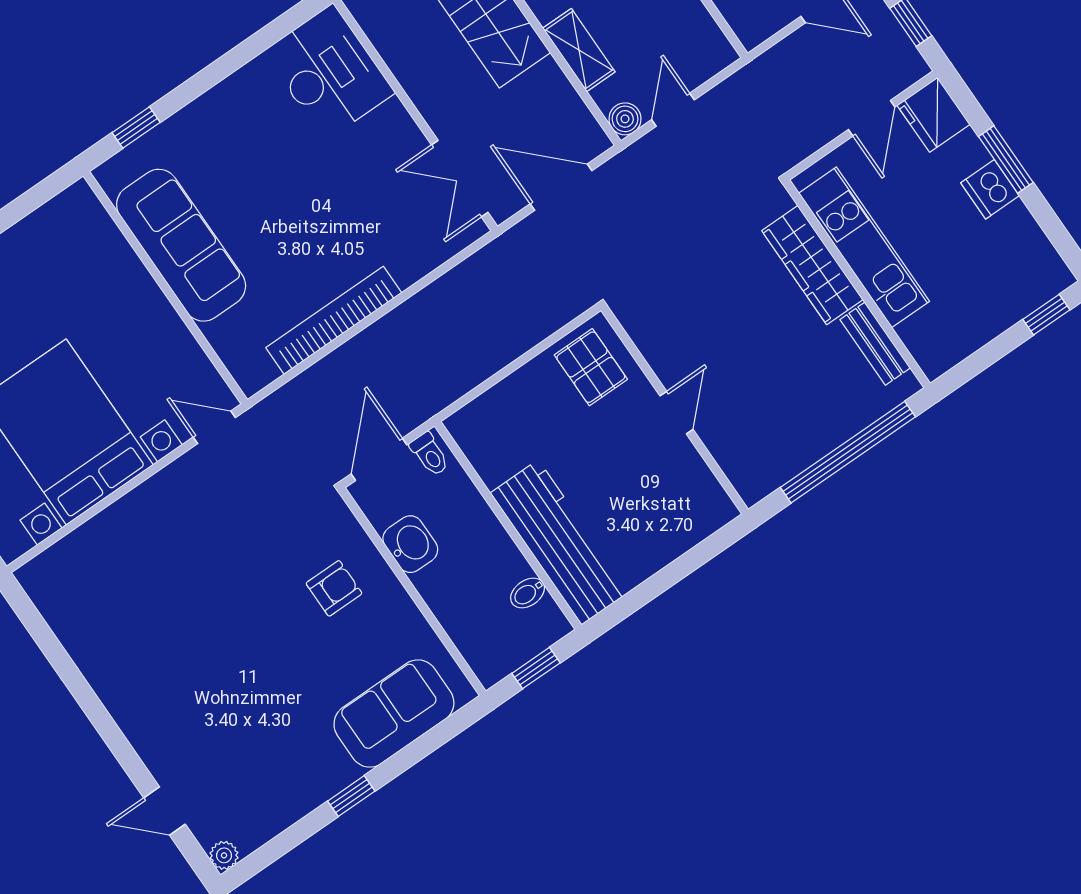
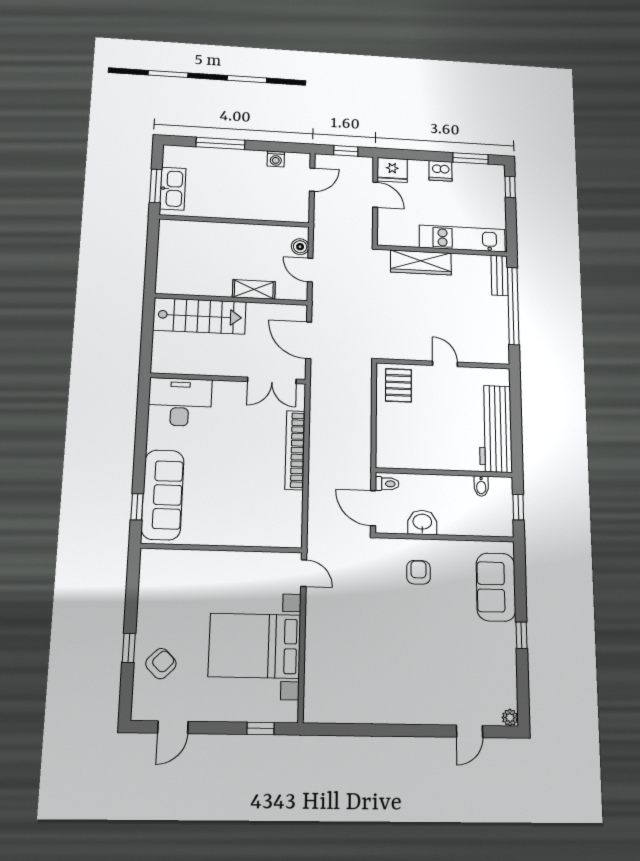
boiler: (625, 119) -> (300, 247), moved
window: (1006, 159) -> (471, 158), moved
door: (561, 187) -> (309, 340), hinge flipped
sofa: (181, 245) -> (163, 495), moved, turned 90
kitchen unit: (864, 247) -> (462, 238), moved
bookcase: (334, 320) -> (295, 450), moved
bench: (875, 344) -> (500, 275), moved, turned 90
pallet: (591, 367) -> (398, 385), turned 90
door: (214, 427) -> (304, 573), swing flipped
workbench: (560, 542) -> (495, 429), moved, turned -90

